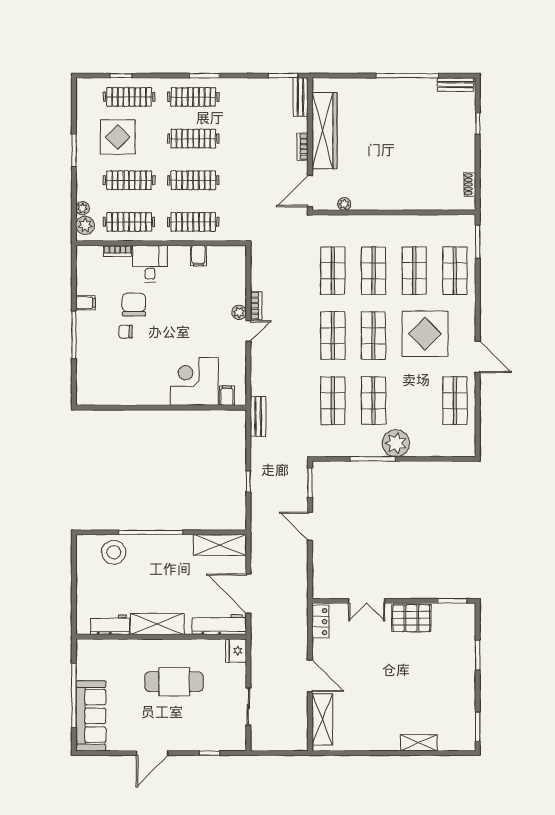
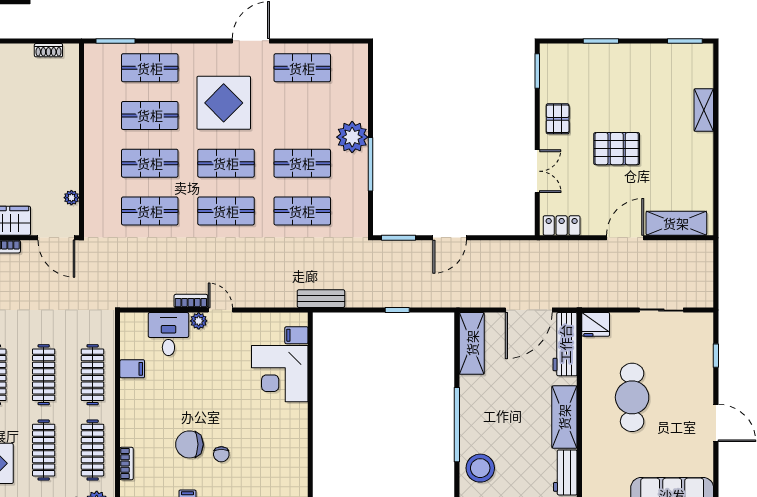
desk: (150, 264) -> (168, 334), moved, turned 90
pallet: (411, 618) -> (558, 119), width x0.67, depth x0.71
pallet: (386, 669) -> (617, 149), added

